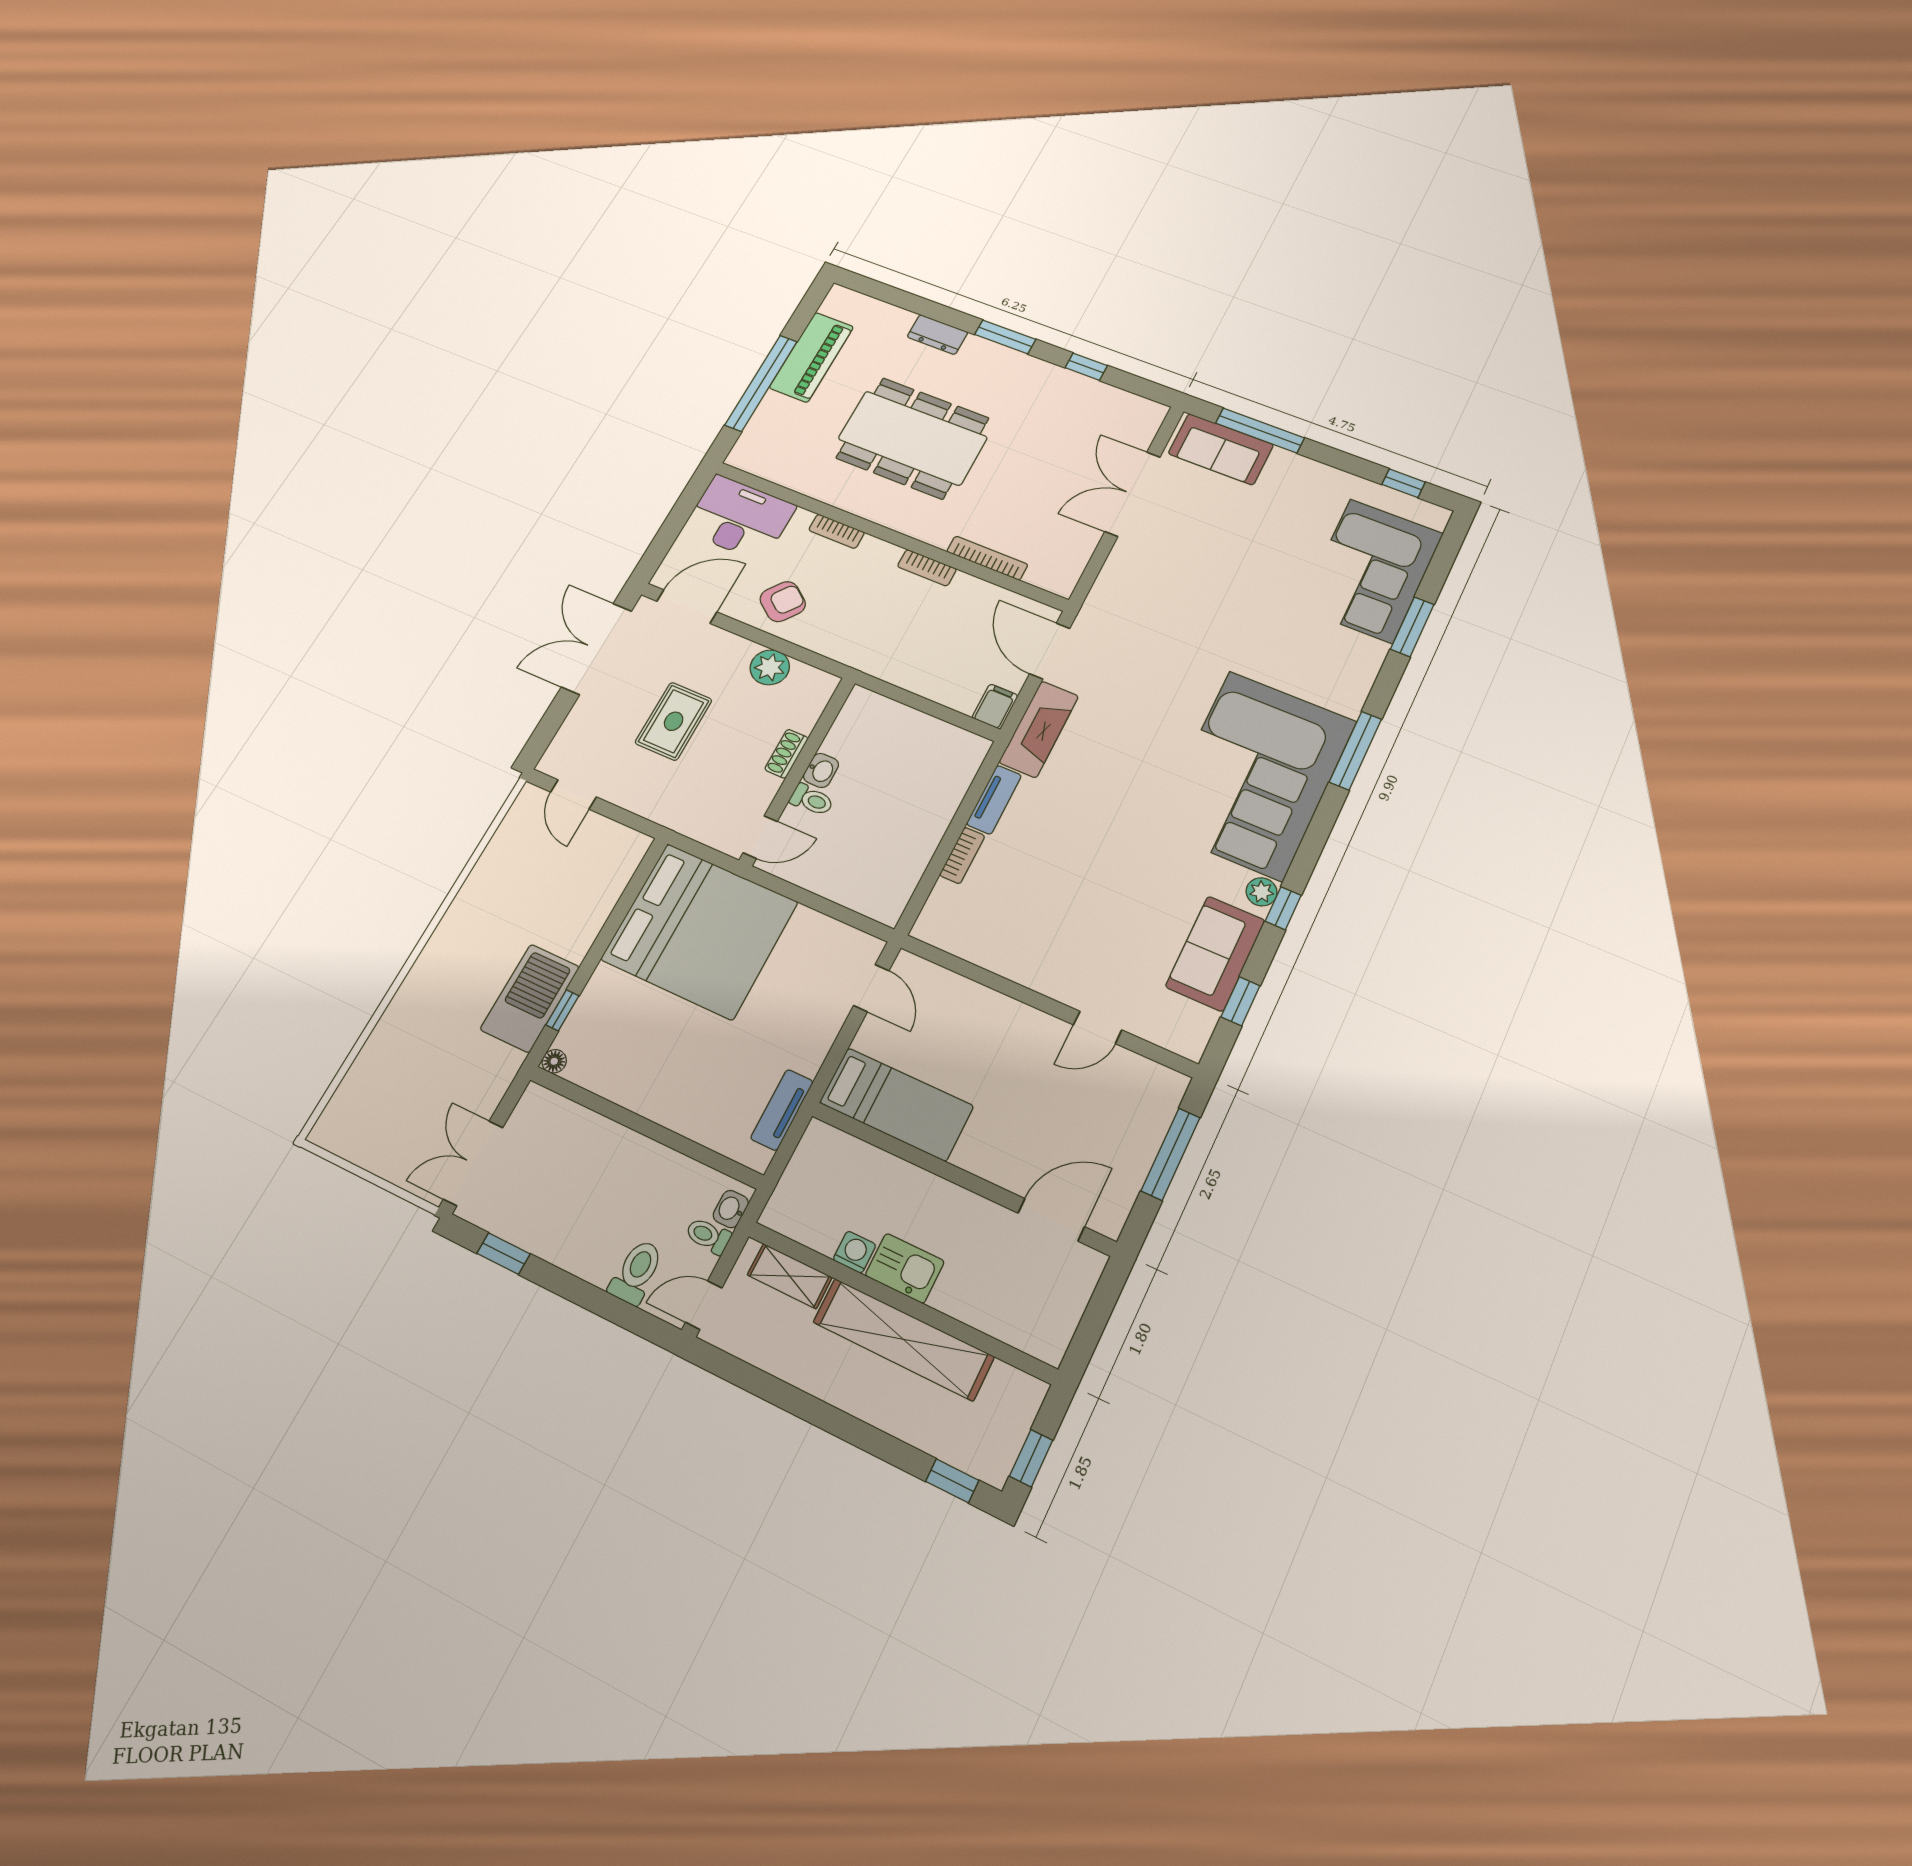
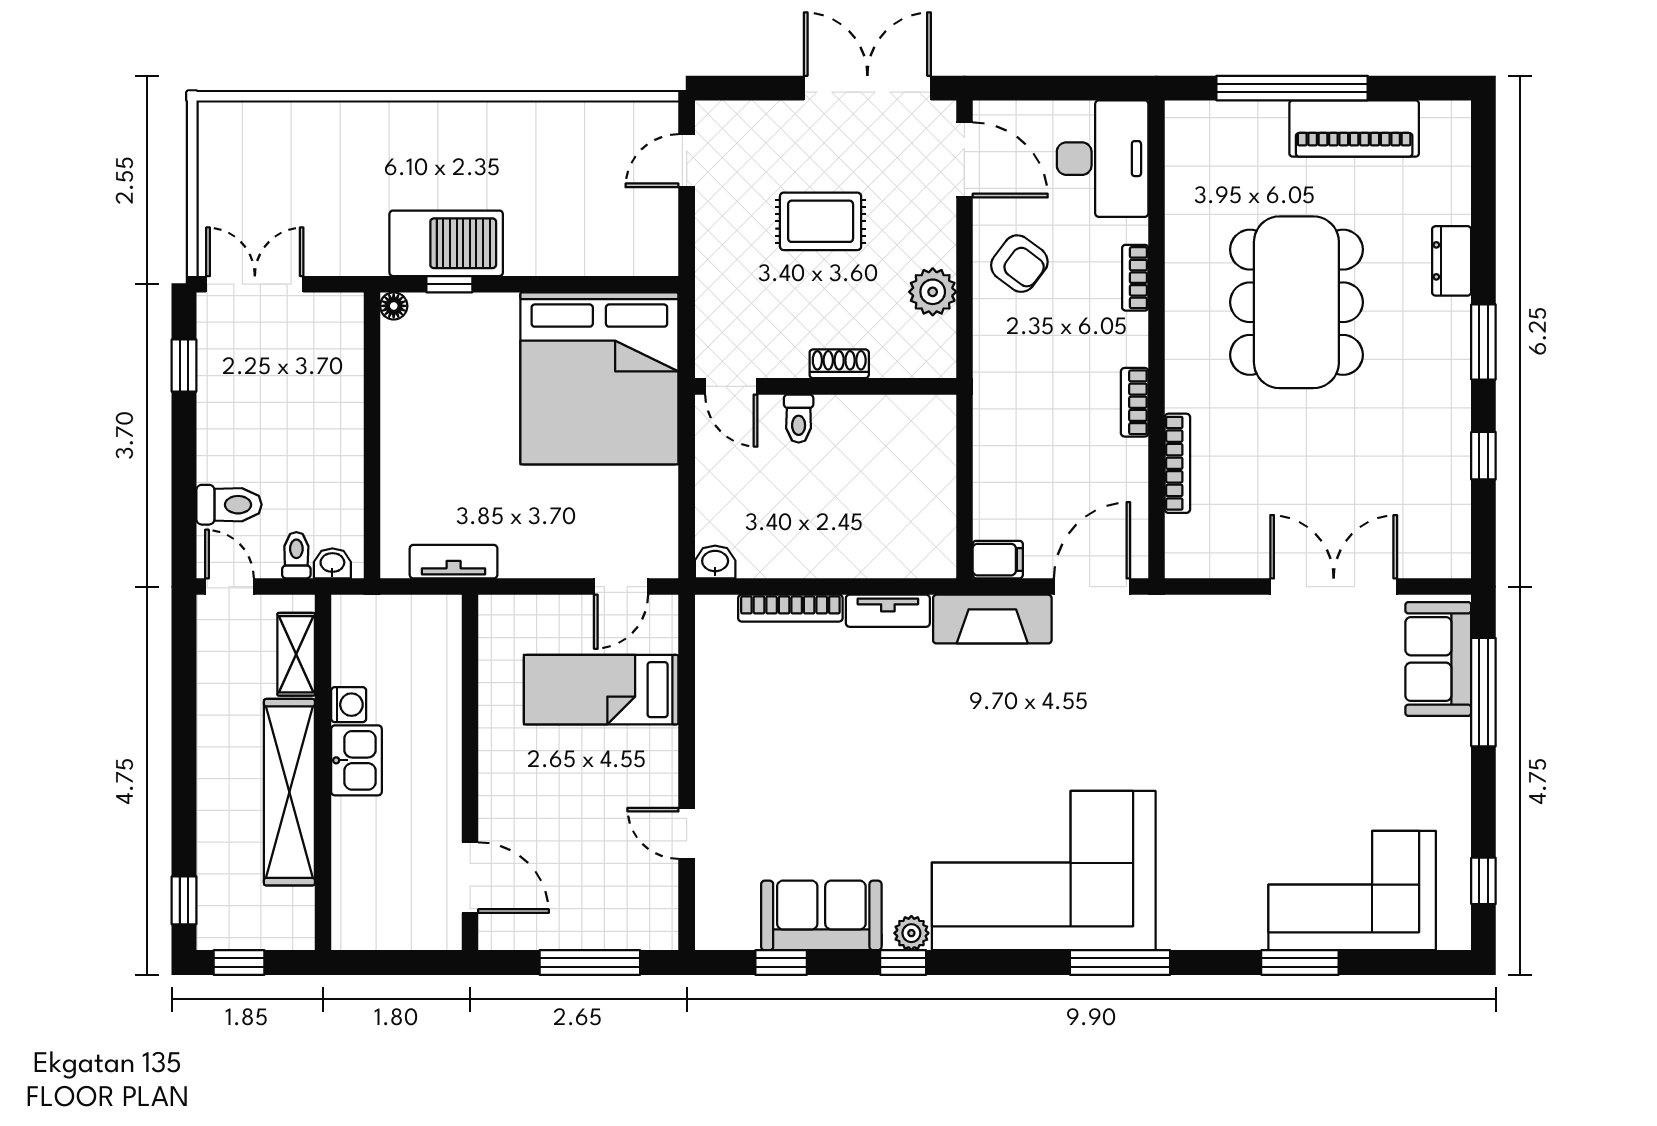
washbasin: (821, 770) -> (715, 562), moved, turned 180
bookcase: (962, 855) -> (790, 608), width x1.56
bed: (896, 1104) -> (601, 690), moved, turned 90

